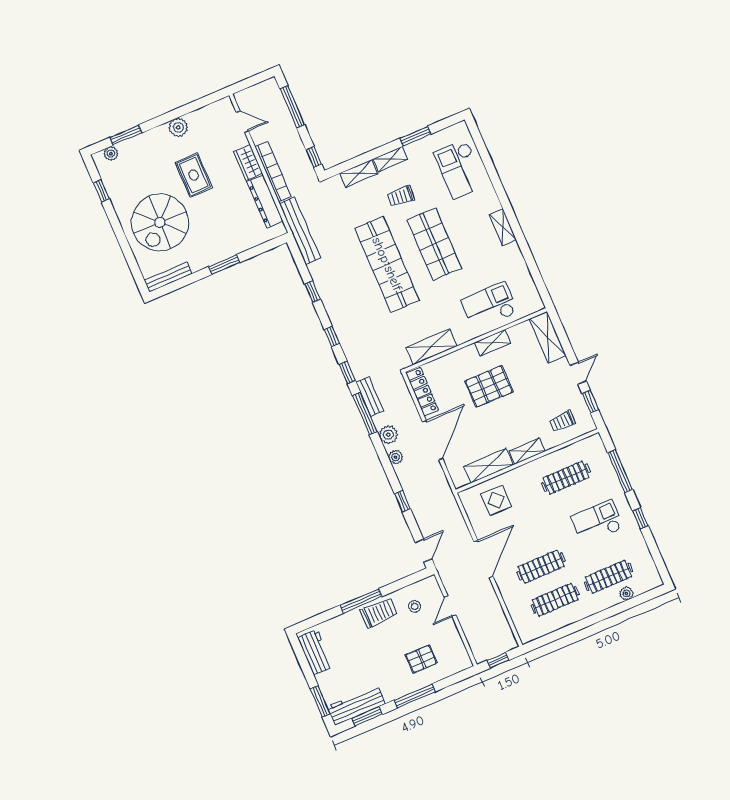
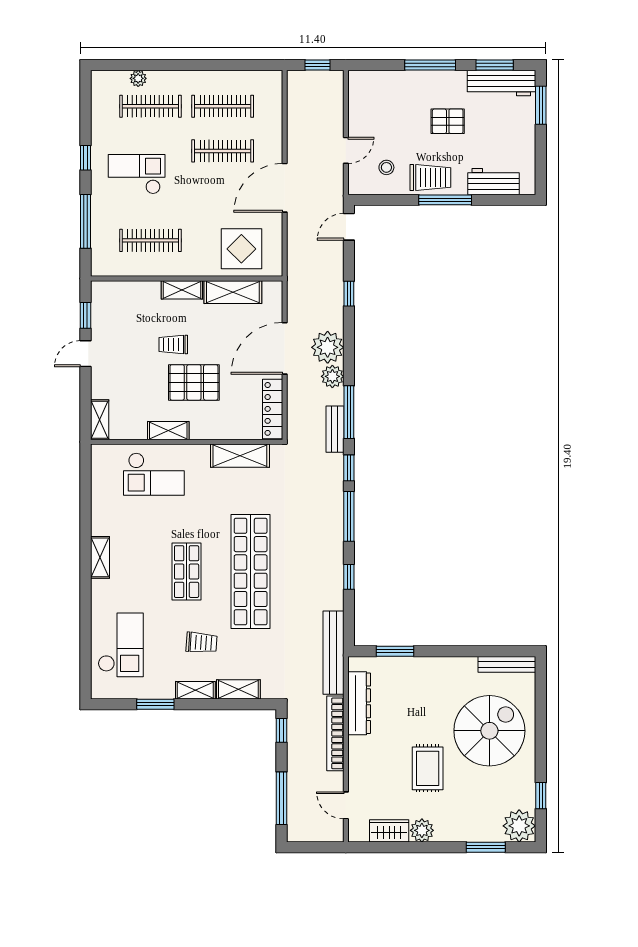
plant: (111, 154) -> (519, 826), width x1.87, depth x1.87
wardrobe: (248, 162) -> (389, 831), moved, turned -90
shop shelf: (434, 244) -> (187, 572), width x0.70, depth x0.74
window: (224, 265) -> (395, 651), moved
window: (332, 336) -> (349, 516), width x2.17
shelving: (548, 337) -> (100, 420), width x0.67, depth x0.75
trolley: (562, 421) -> (173, 344), moved, turned 180
plant: (396, 457) -> (328, 347), width x1.87, depth x1.87
display table: (496, 500) -> (241, 249), width x1.36, depth x1.36
checkout: (597, 522) -> (137, 174), turned 180
trolley: (379, 613) -> (430, 177), turned 180
workbench: (315, 652) -> (494, 182), moved, turned 90
pallet: (421, 659) -> (448, 121), moved

